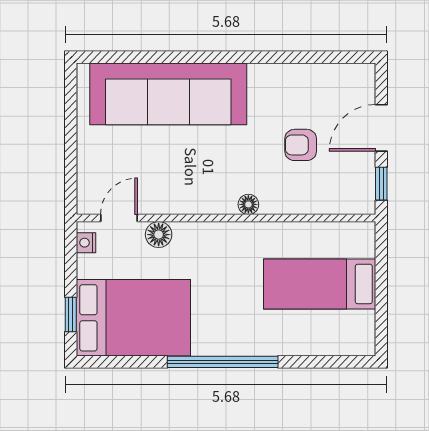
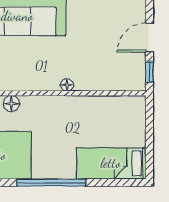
armchair: (301, 145) -> (99, 48), removed
bed: (320, 284) -> (111, 163), moved

